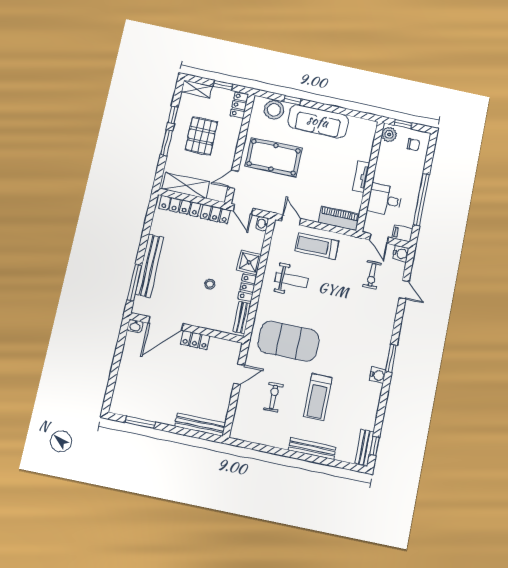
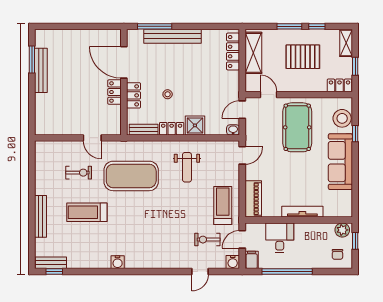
tv unit: (361, 177) -> (302, 212), width x1.41
locker: (215, 214) -> (133, 95), moved, turned 180
treadmill: (317, 246) -> (223, 206), moved
washbasin: (135, 326) -> (116, 36), removed
exercise mat: (289, 341) -> (131, 176), turned 90
window: (391, 358) -> (135, 272), removed
bench: (200, 425) -> (41, 70), moved

